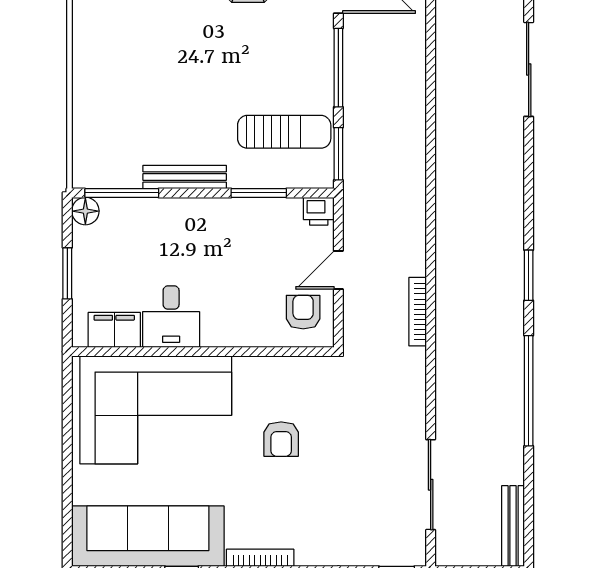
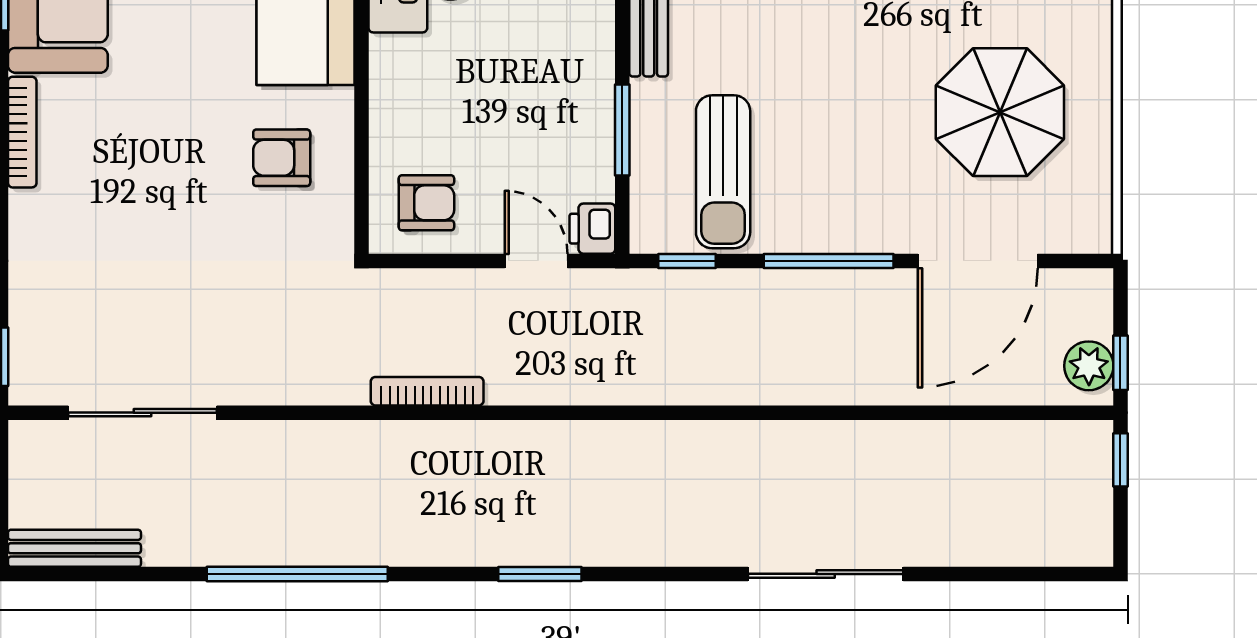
window: (338, 154) -> (687, 261), width x0.67
door: (338, 270) -> (536, 261), moved
window: (529, 275) -> (540, 574), moved
armchair: (281, 439) -> (282, 158), moved

